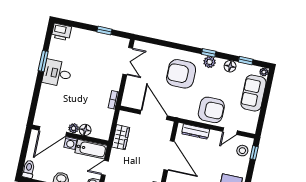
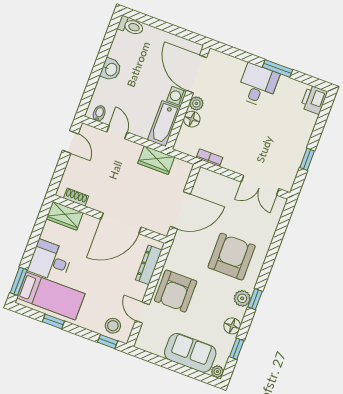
plant: (74, 128) -> (196, 103), moved
floor lamp: (85, 130) -> (192, 119), moved
door: (53, 131) -> (197, 74), moved
wall: (70, 135) -> (188, 97), moved
washing machine: (70, 143) -> (177, 96), moved
bathtub: (91, 149) -> (164, 124), moved

